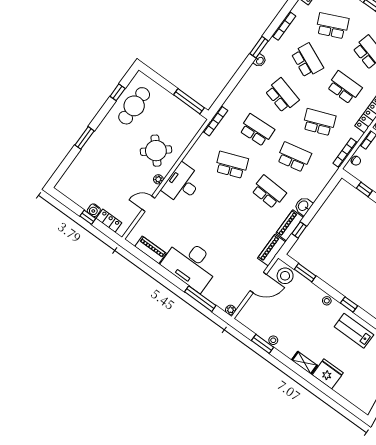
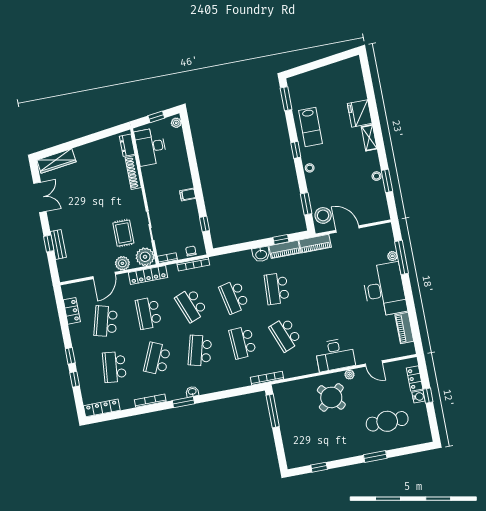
school desk: (332, 26) -> (114, 367), turned 30
cafe table: (134, 106) -> (387, 421), moved
plant: (231, 310) -> (392, 256), moved

